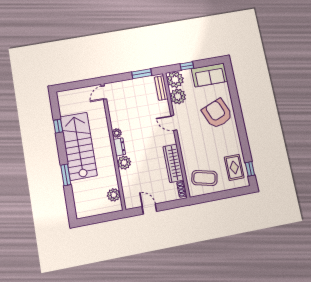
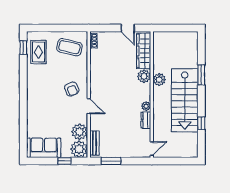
armchair: (217, 114) -> (72, 89), moved, width x0.53, depth x0.53
dresser: (119, 147) -> (146, 120), moved
wardrobe: (173, 163) -> (144, 51), moved, turned 180
plant: (114, 195) -> (159, 80), moved

